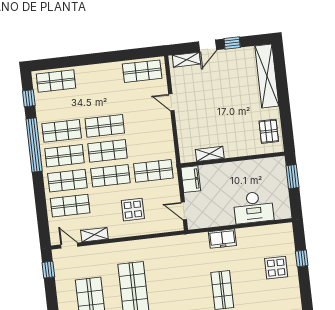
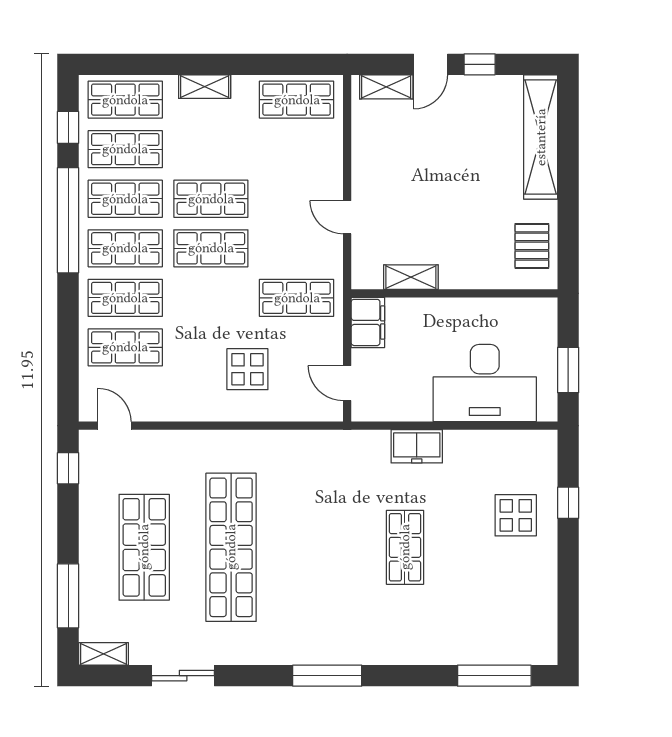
door: (171, 102) -> (347, 217), moved
shop shelf: (110, 176) -> (125, 149), moved
window: (292, 177) -> (568, 370), moved
desk: (253, 207) -> (485, 383), width x1.36, depth x1.30
shelving: (94, 235) -> (205, 87), moved

